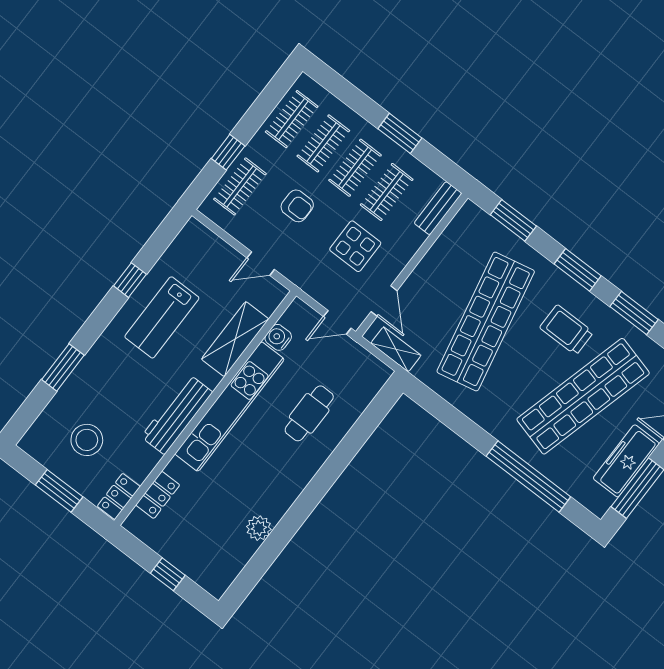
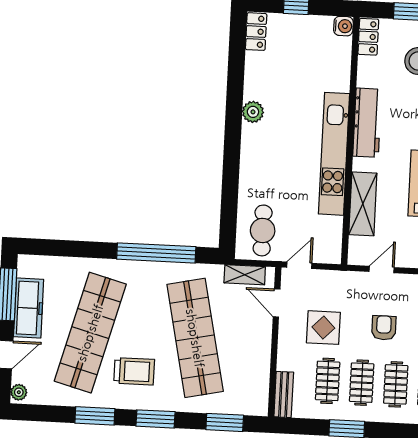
armchair: (297, 206) -> (384, 328), turned 90
water cooler: (278, 337) -> (343, 26), moved
cafe table: (309, 413) -> (263, 230), moved
window: (528, 477) -> (156, 253), moved
locker: (158, 495) -> (256, 32), moved, turned 180
plant: (259, 528) -> (253, 112), moved

